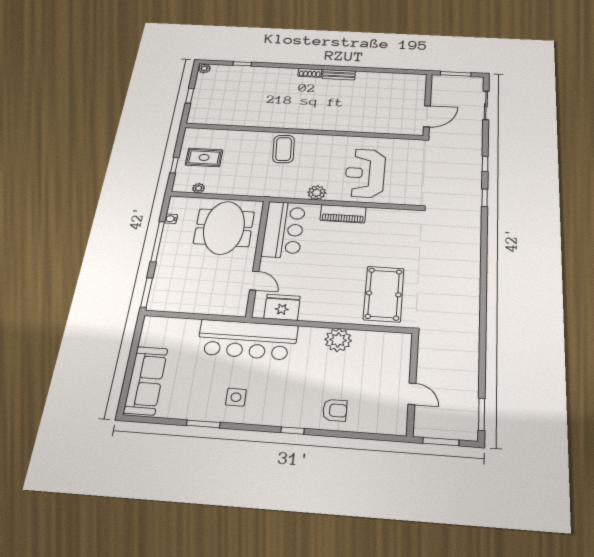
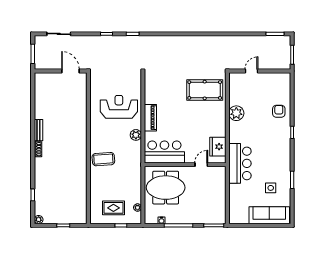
rug: (204, 157) -> (113, 208), turned 90
reception desk: (365, 173) -> (119, 107), turned 180
bar counter: (247, 340) -> (240, 163), width x0.73
door: (412, 394) -> (251, 71), moved
side table: (236, 397) -> (271, 188), moved

